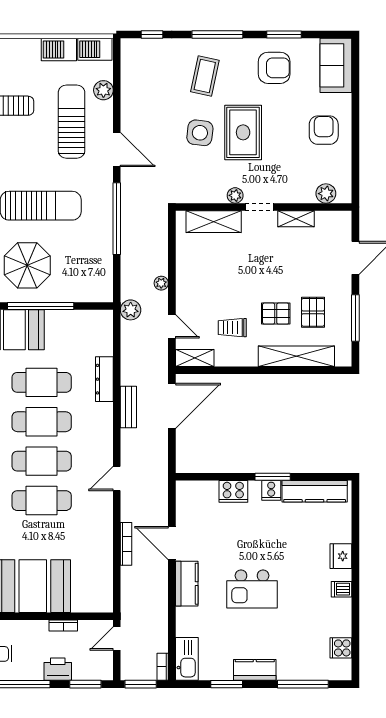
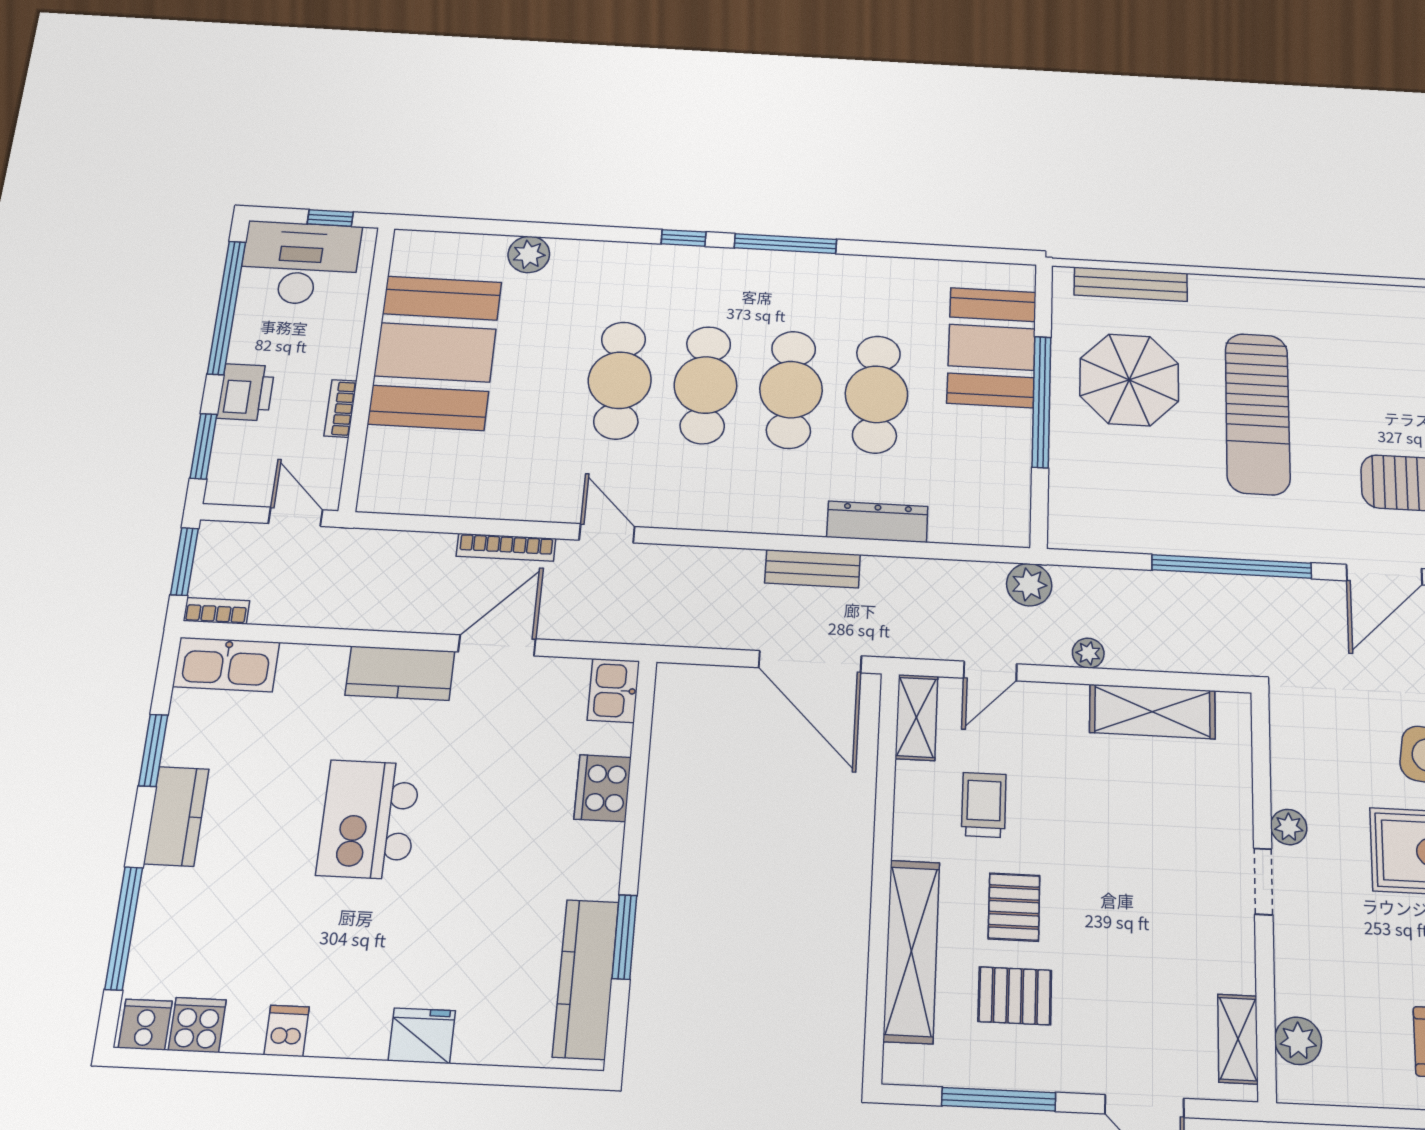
shelving: (296, 219) -> (1238, 1039), moved
shelving: (214, 222) -> (1153, 712), moved, turned 90
window: (273, 477) -> (624, 937), moved
door: (117, 479) -> (607, 533), moved
cooker: (271, 490) -> (145, 1025), moved, turned 90
kitchen sink: (190, 491) -> (613, 690), added
dishwasher: (342, 589) -> (287, 1031), moved

